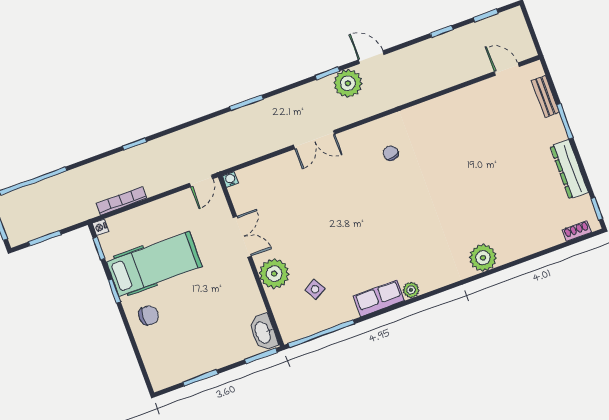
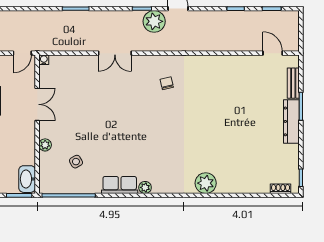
dresser: (569, 169) -> (291, 121), moved
plant: (274, 274) -> (45, 145), width x0.53, depth x0.53

